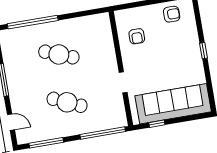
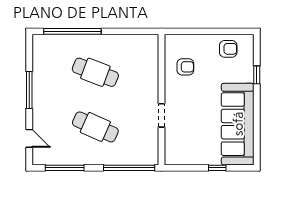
armchair: (137, 36) -> (185, 67), turned -90
window: (203, 51) -> (257, 75), moved
sofa: (173, 104) -> (238, 124), moved, turned -90
window: (157, 124) -> (217, 168), moved

